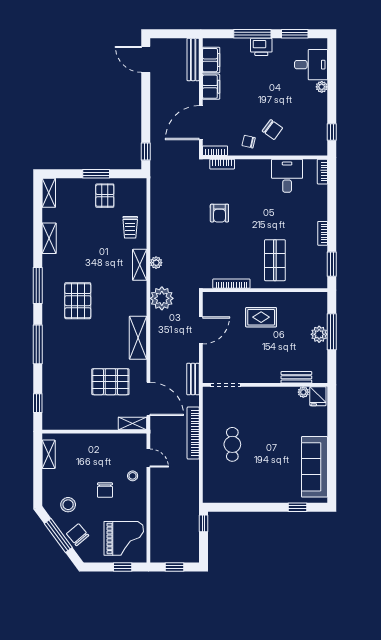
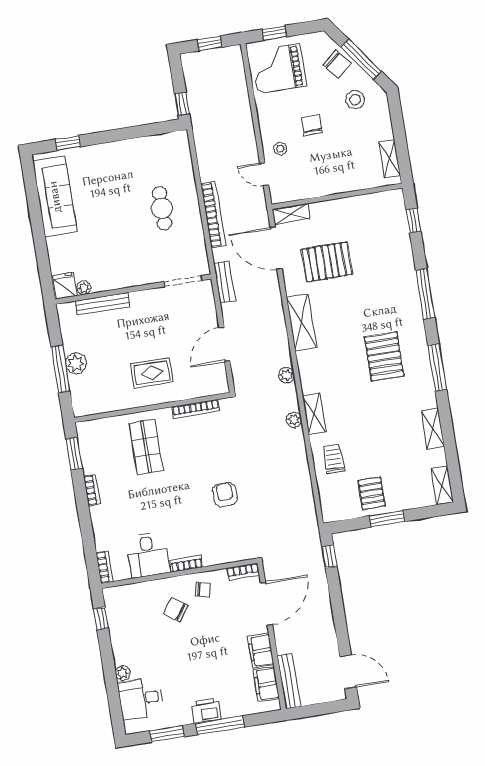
bookcase: (222, 164) -> (186, 564), moved
plant: (162, 298) -> (286, 375), width x0.53, depth x0.53
bench: (296, 377) -> (103, 304), width x1.36

